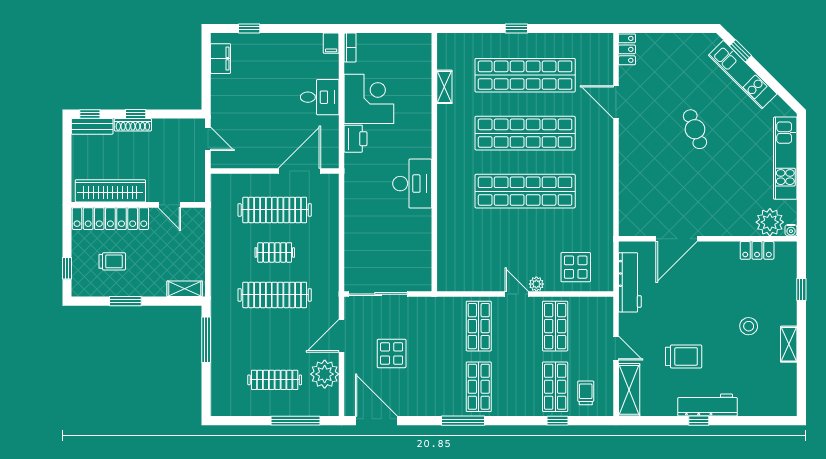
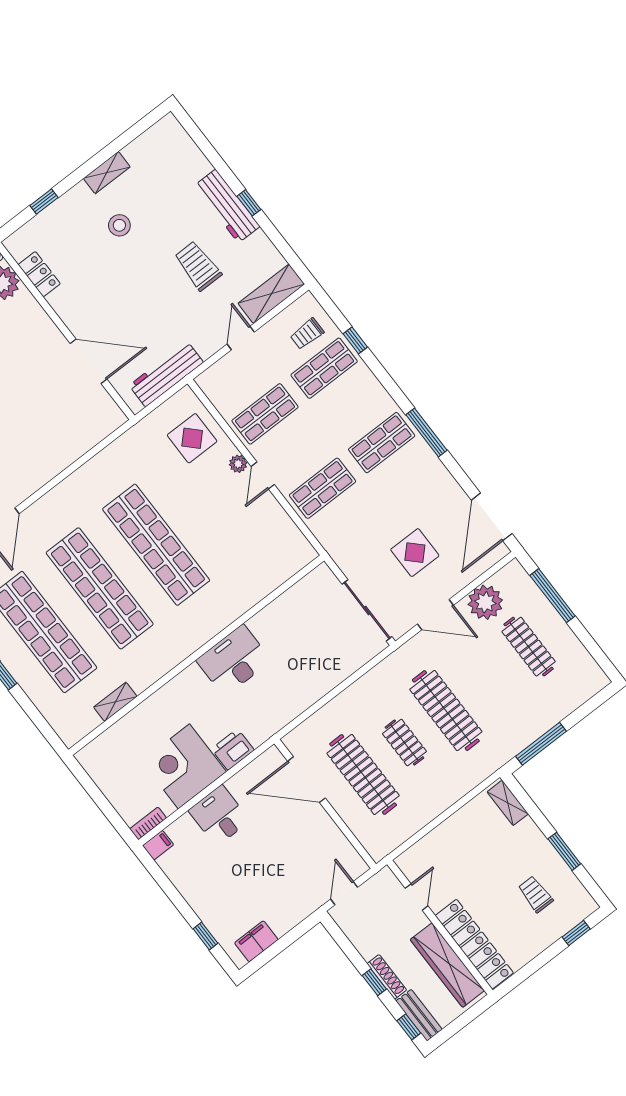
wardrobe: (110, 191) -> (447, 965), moved
wall: (138, 205) -> (440, 927), moved
door: (169, 205) -> (417, 897), moved
locker: (110, 219) -> (474, 944), moved

